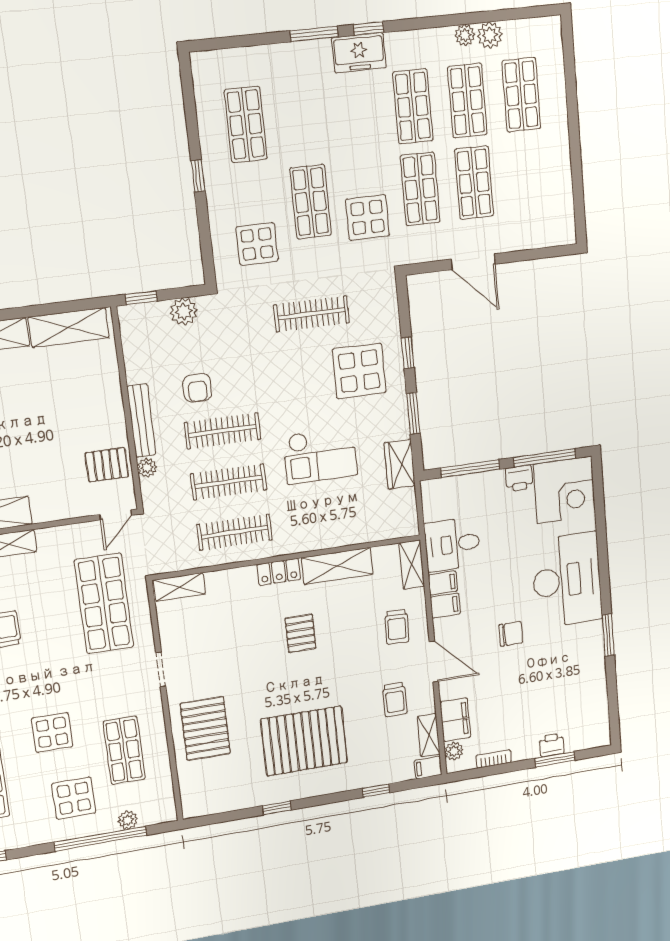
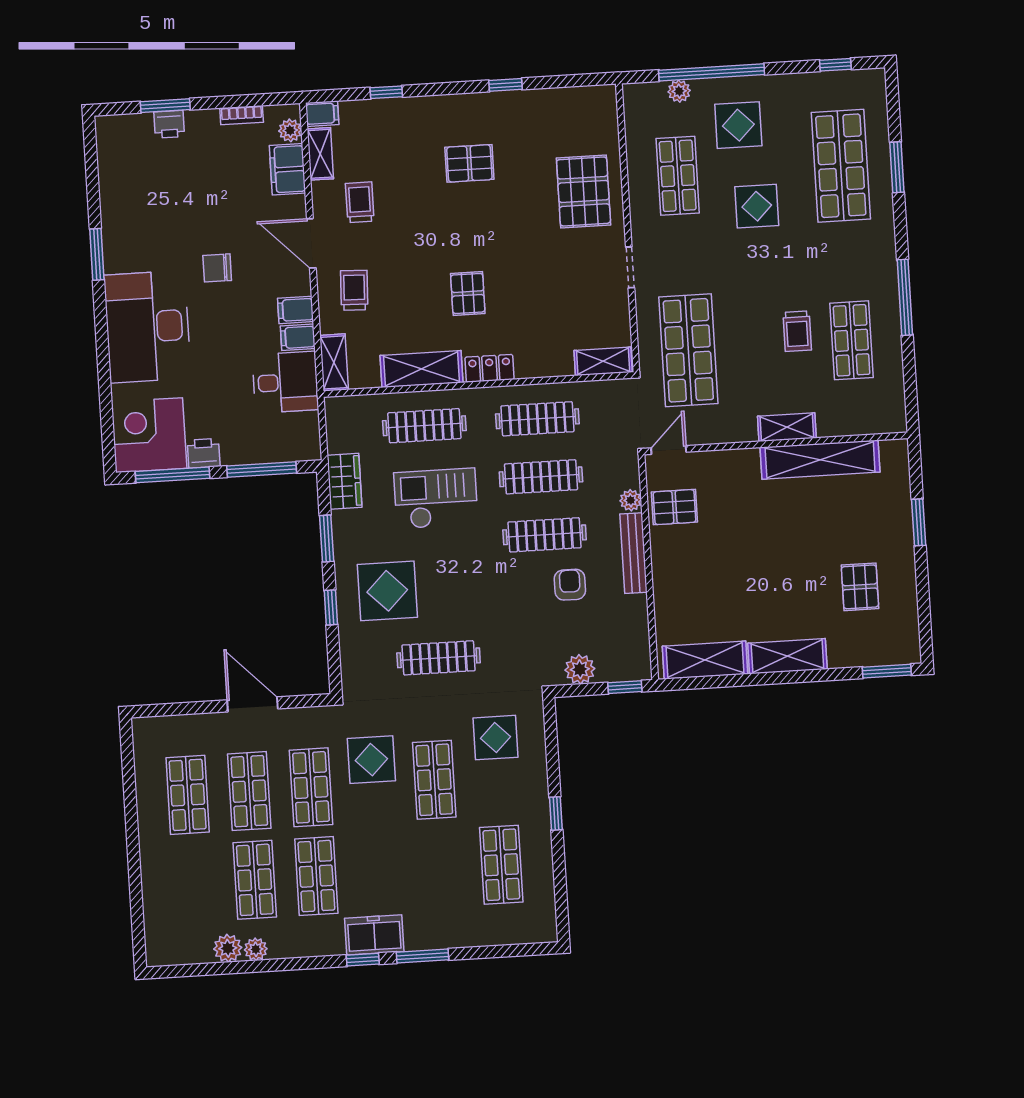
shop shelf: (521, 95) -> (188, 795), moved
clothes rail: (333, 518) -> (424, 426), added
pallet: (304, 741) -> (469, 163), width x0.49, depth x0.50

